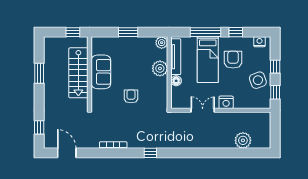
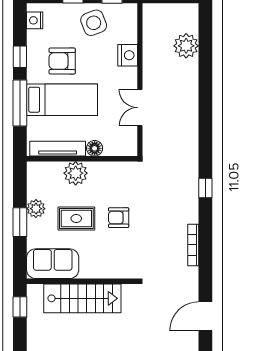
plant: (162, 43) -> (36, 209), moved
rug: (130, 69) -> (76, 219), added
sofa: (101, 72) -> (53, 264), moved
nightstand: (226, 102) -> (128, 55), moved

